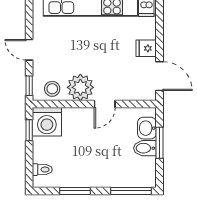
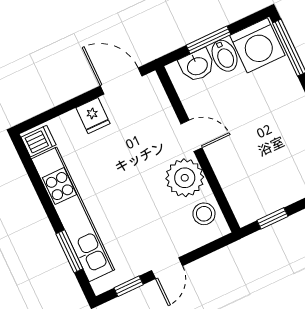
door: (160, 76) -> (121, 81), hinge flipped
window: (29, 86) -> (129, 286), moved
washing machine: (47, 122) -> (257, 45), moved, turned 90

